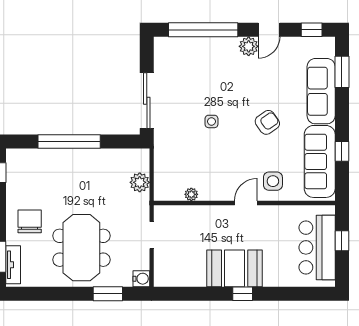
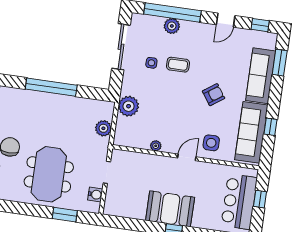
plant: (249, 46) -> (172, 26), moved
coffee table: (219, 92) -> (178, 65), added
sliding door: (147, 101) -> (121, 47), moved
side table: (211, 121) -> (151, 63), moved
plant: (166, 151) -> (129, 106), added
plant: (191, 194) -> (156, 146), moved
water cooler: (141, 279) -> (95, 195), moved

